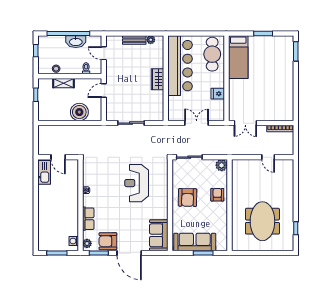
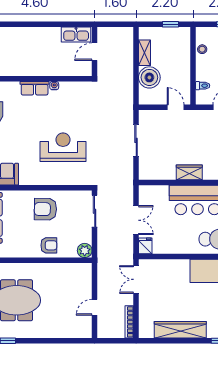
shelving: (63, 83) -> (144, 53), moved
wardrobe: (287, 87) -> (180, 330), added
fridge: (218, 94) -> (145, 246), moved
row of seats: (88, 219) -> (35, 88), moved

